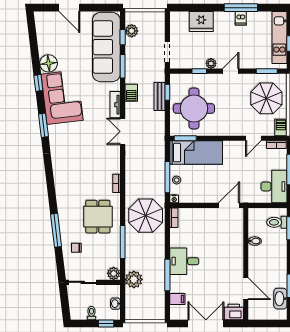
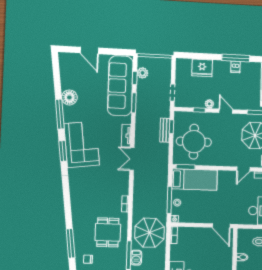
door: (231, 71) -> (226, 111), hinge flipped
window: (38, 83) -> (60, 114), width x2.17
barbecue: (131, 93) -> (136, 258), moved
corner sofa: (62, 97) -> (82, 144), moved
door: (229, 205) -> (221, 226), swing flipped

